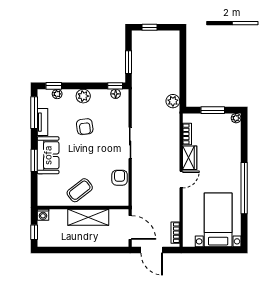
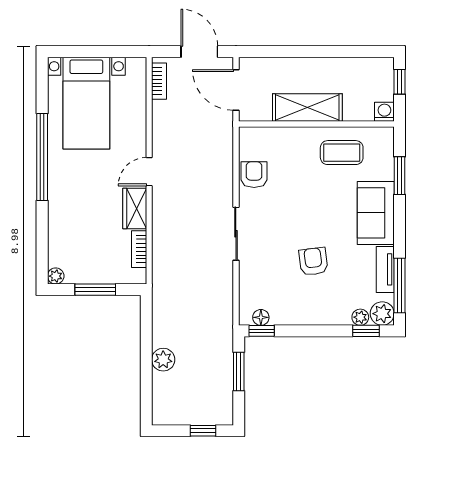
plant: (83, 96) -> (382, 314), moved
plant: (173, 101) -> (163, 360), moved
window: (34, 160) -> (399, 176), moved
armchair: (120, 178) -> (254, 175), turned 180
coffee table: (80, 190) -> (342, 153), moved, turned 38

